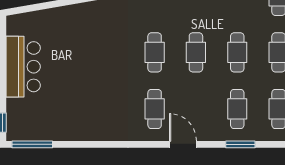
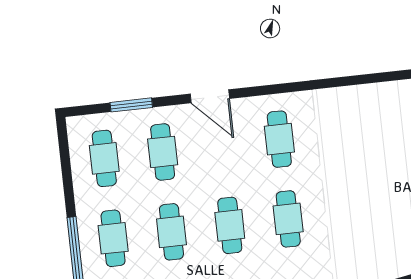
door: (183, 144) -> (210, 96), moved
window: (240, 144) -> (131, 105), moved

